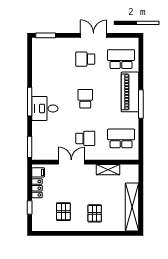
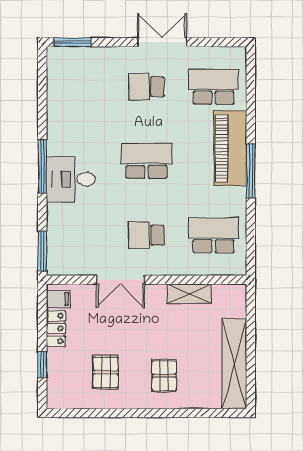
school desk: (85, 99) -> (147, 161), width x1.85
school desk: (85, 138) -> (147, 235), turned 180
double door: (71, 162) -> (121, 280), swing flipped

